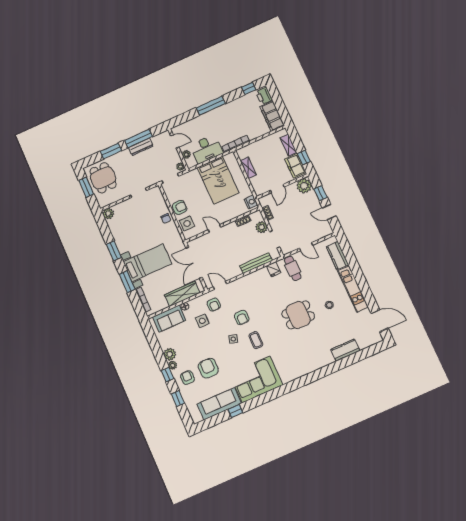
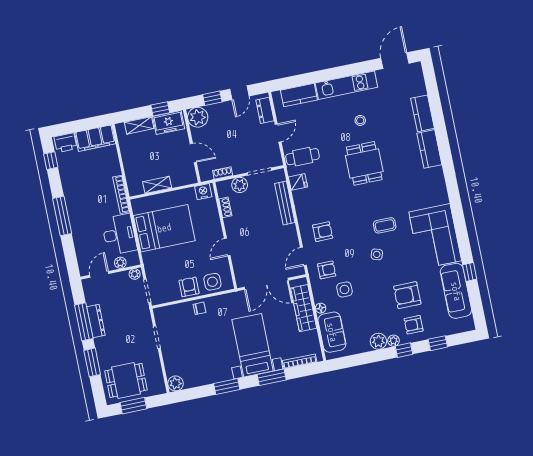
dresser: (320, 233) -> (265, 110), added
armchair: (242, 318) -> (323, 232), moved
kitchen counter: (320, 361) -> (429, 149), added

